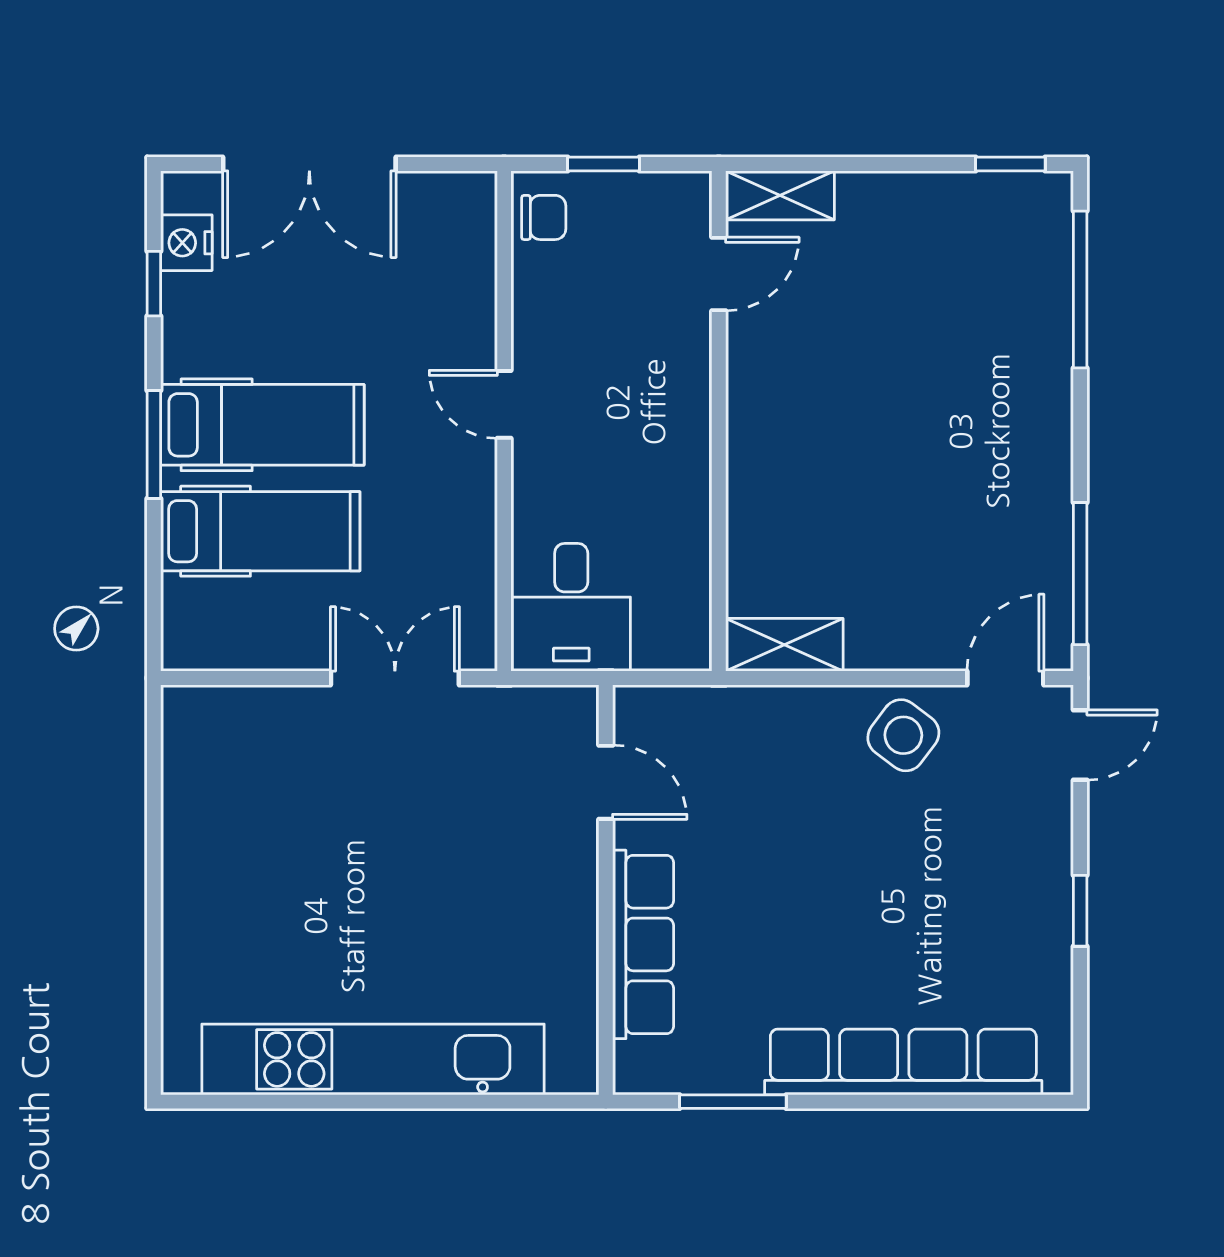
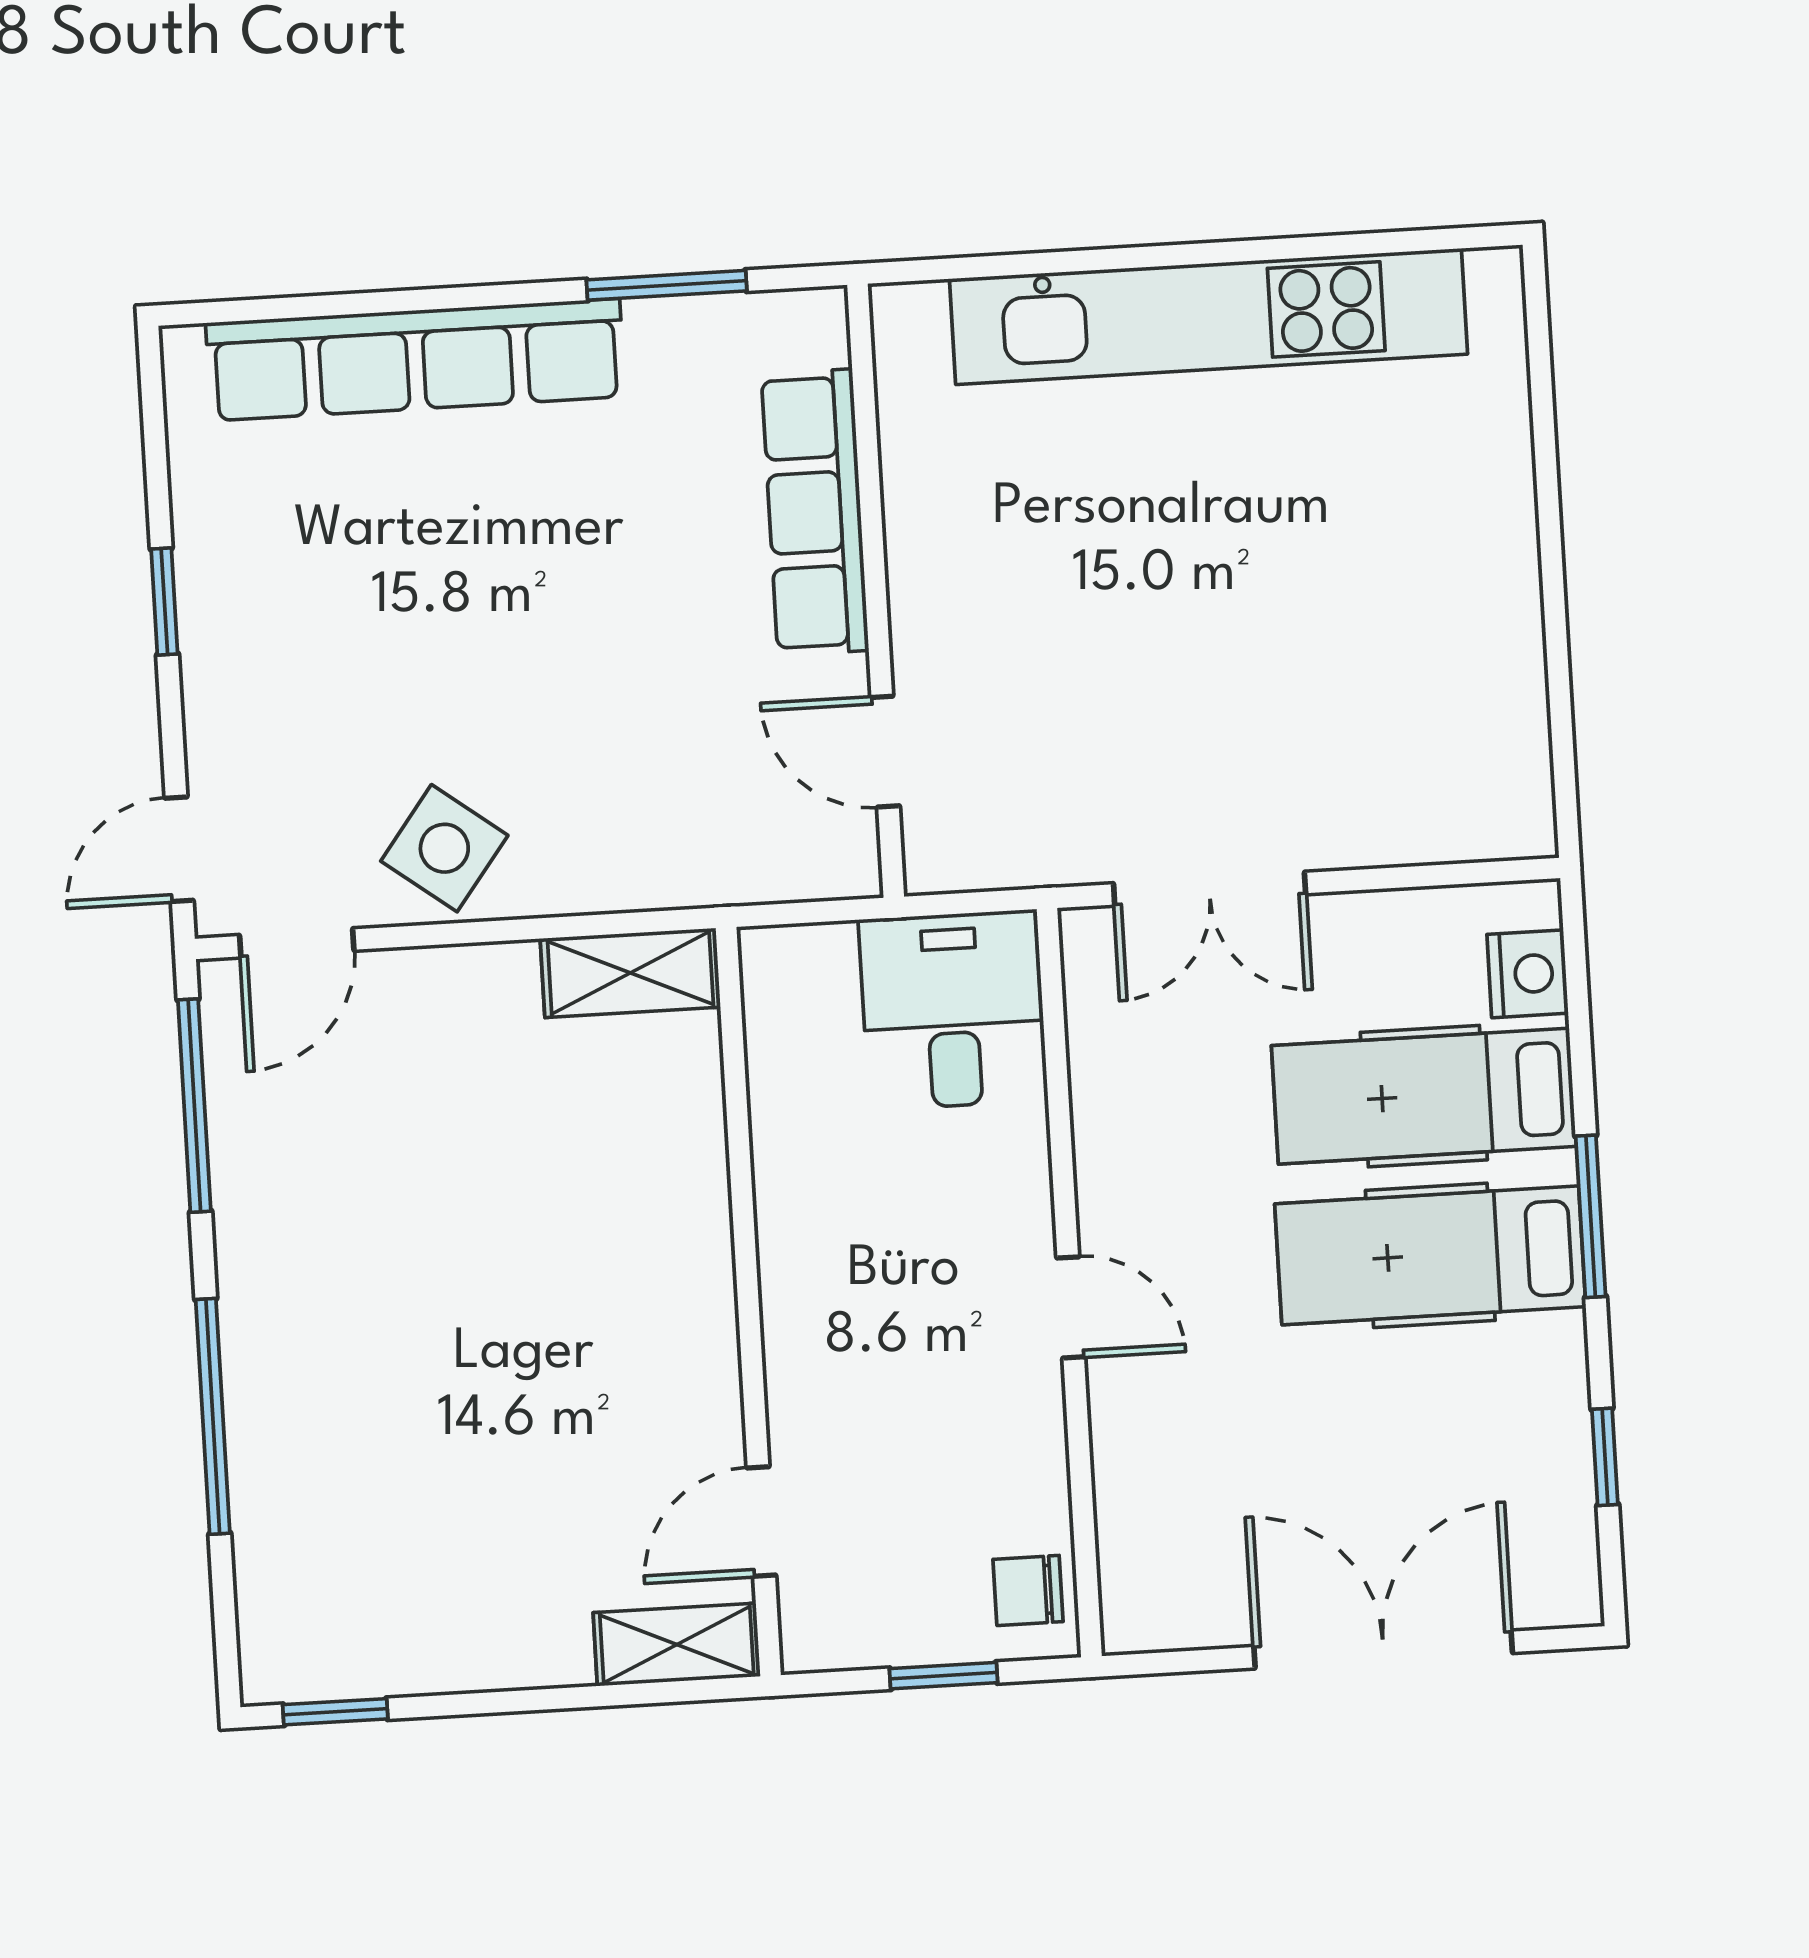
nightstand: (186, 243) -> (1528, 974), moved
window: (1080, 289) -> (213, 1416), moved

